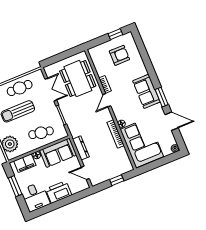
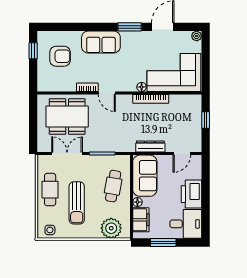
armchair: (119, 55) -> (60, 56), turned 90
sofa: (146, 91) -> (101, 42), moved

